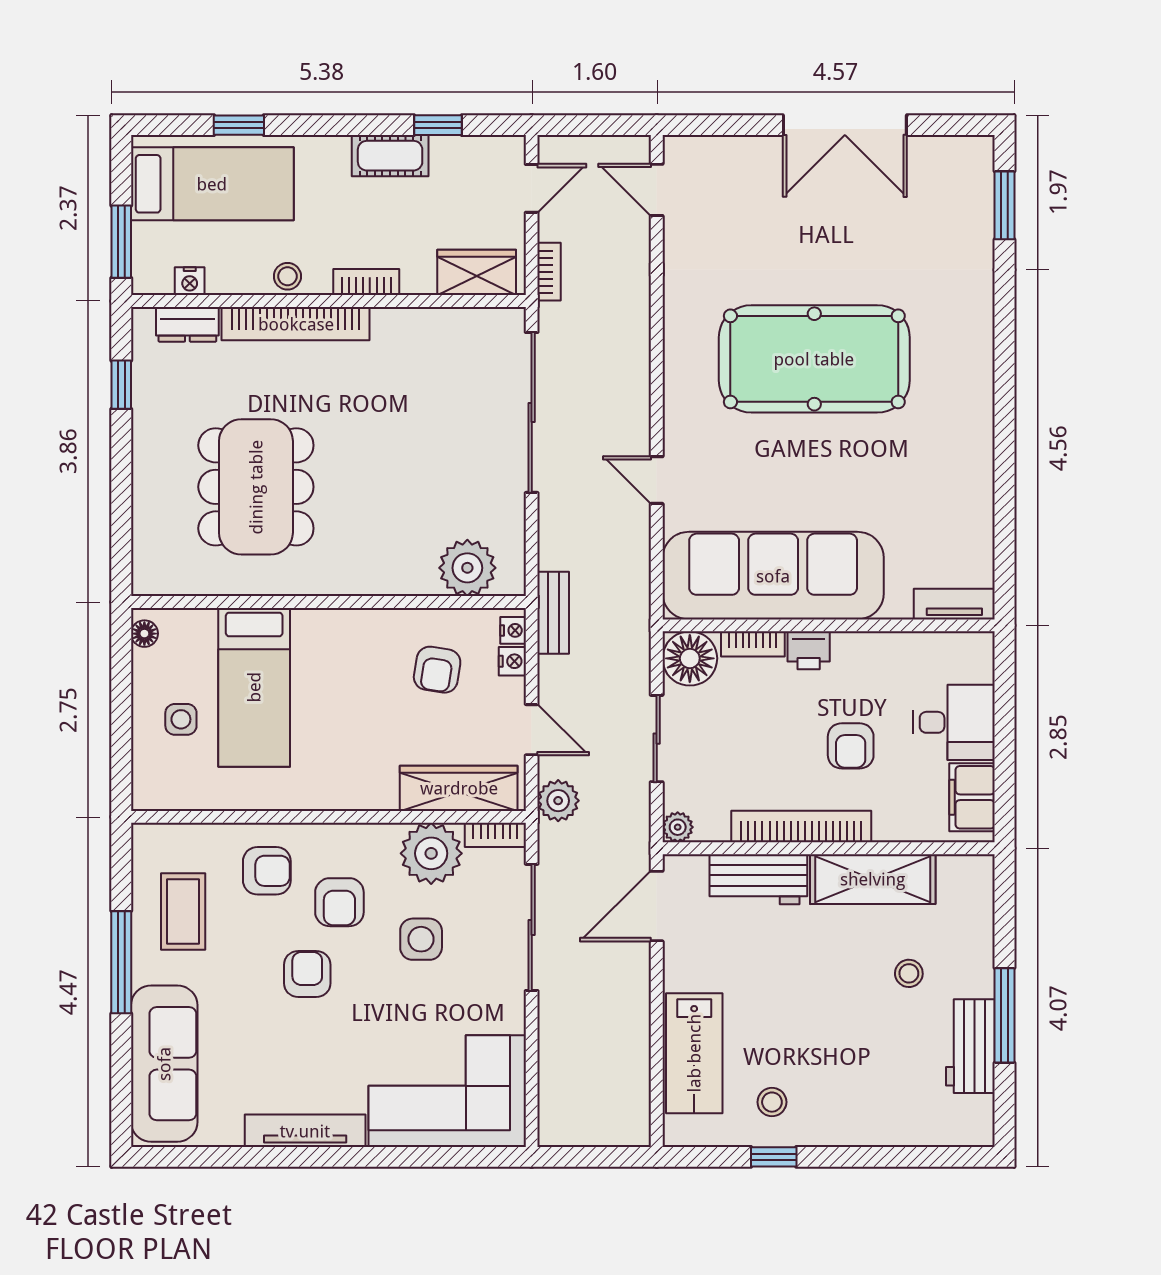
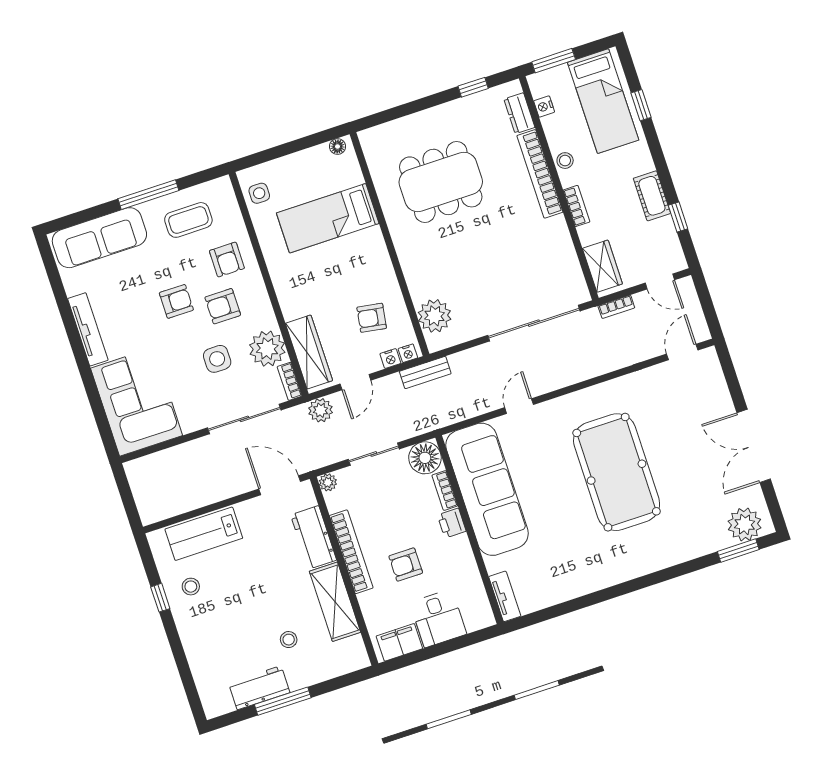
plant: (966, 181) -> (745, 524), added
side table: (181, 719) -> (259, 193), moved

